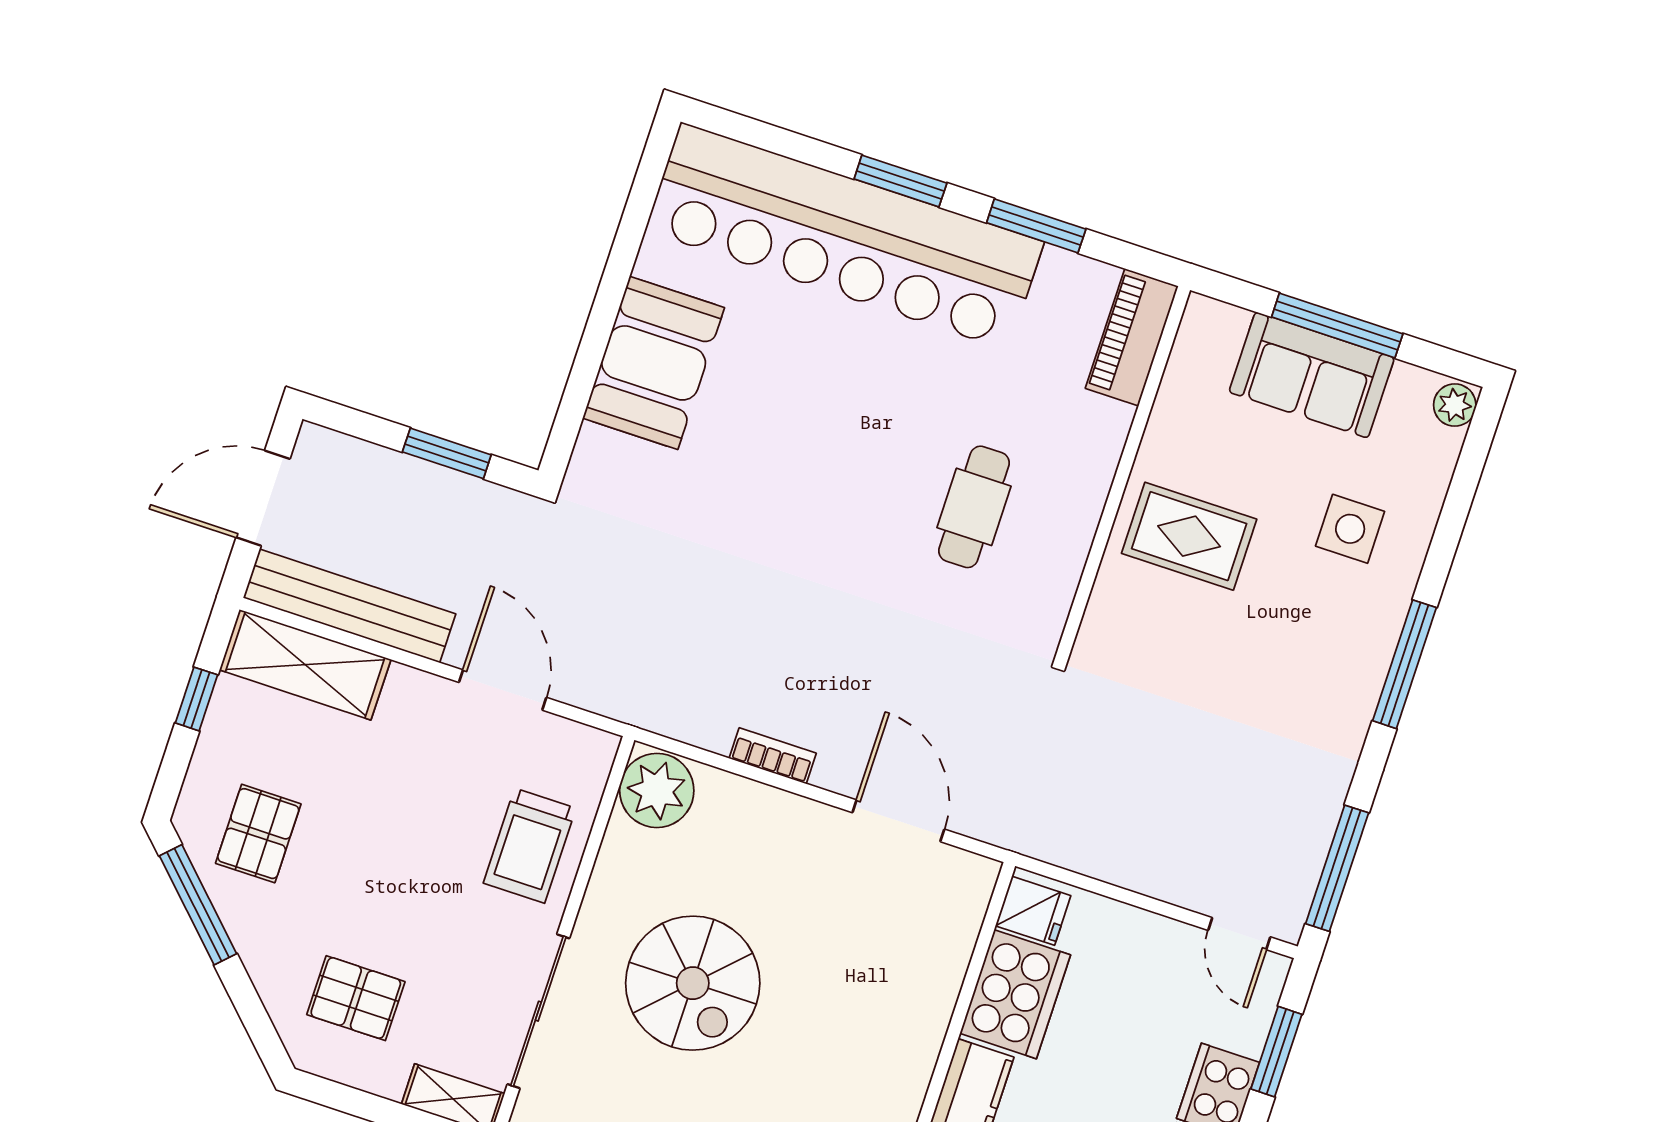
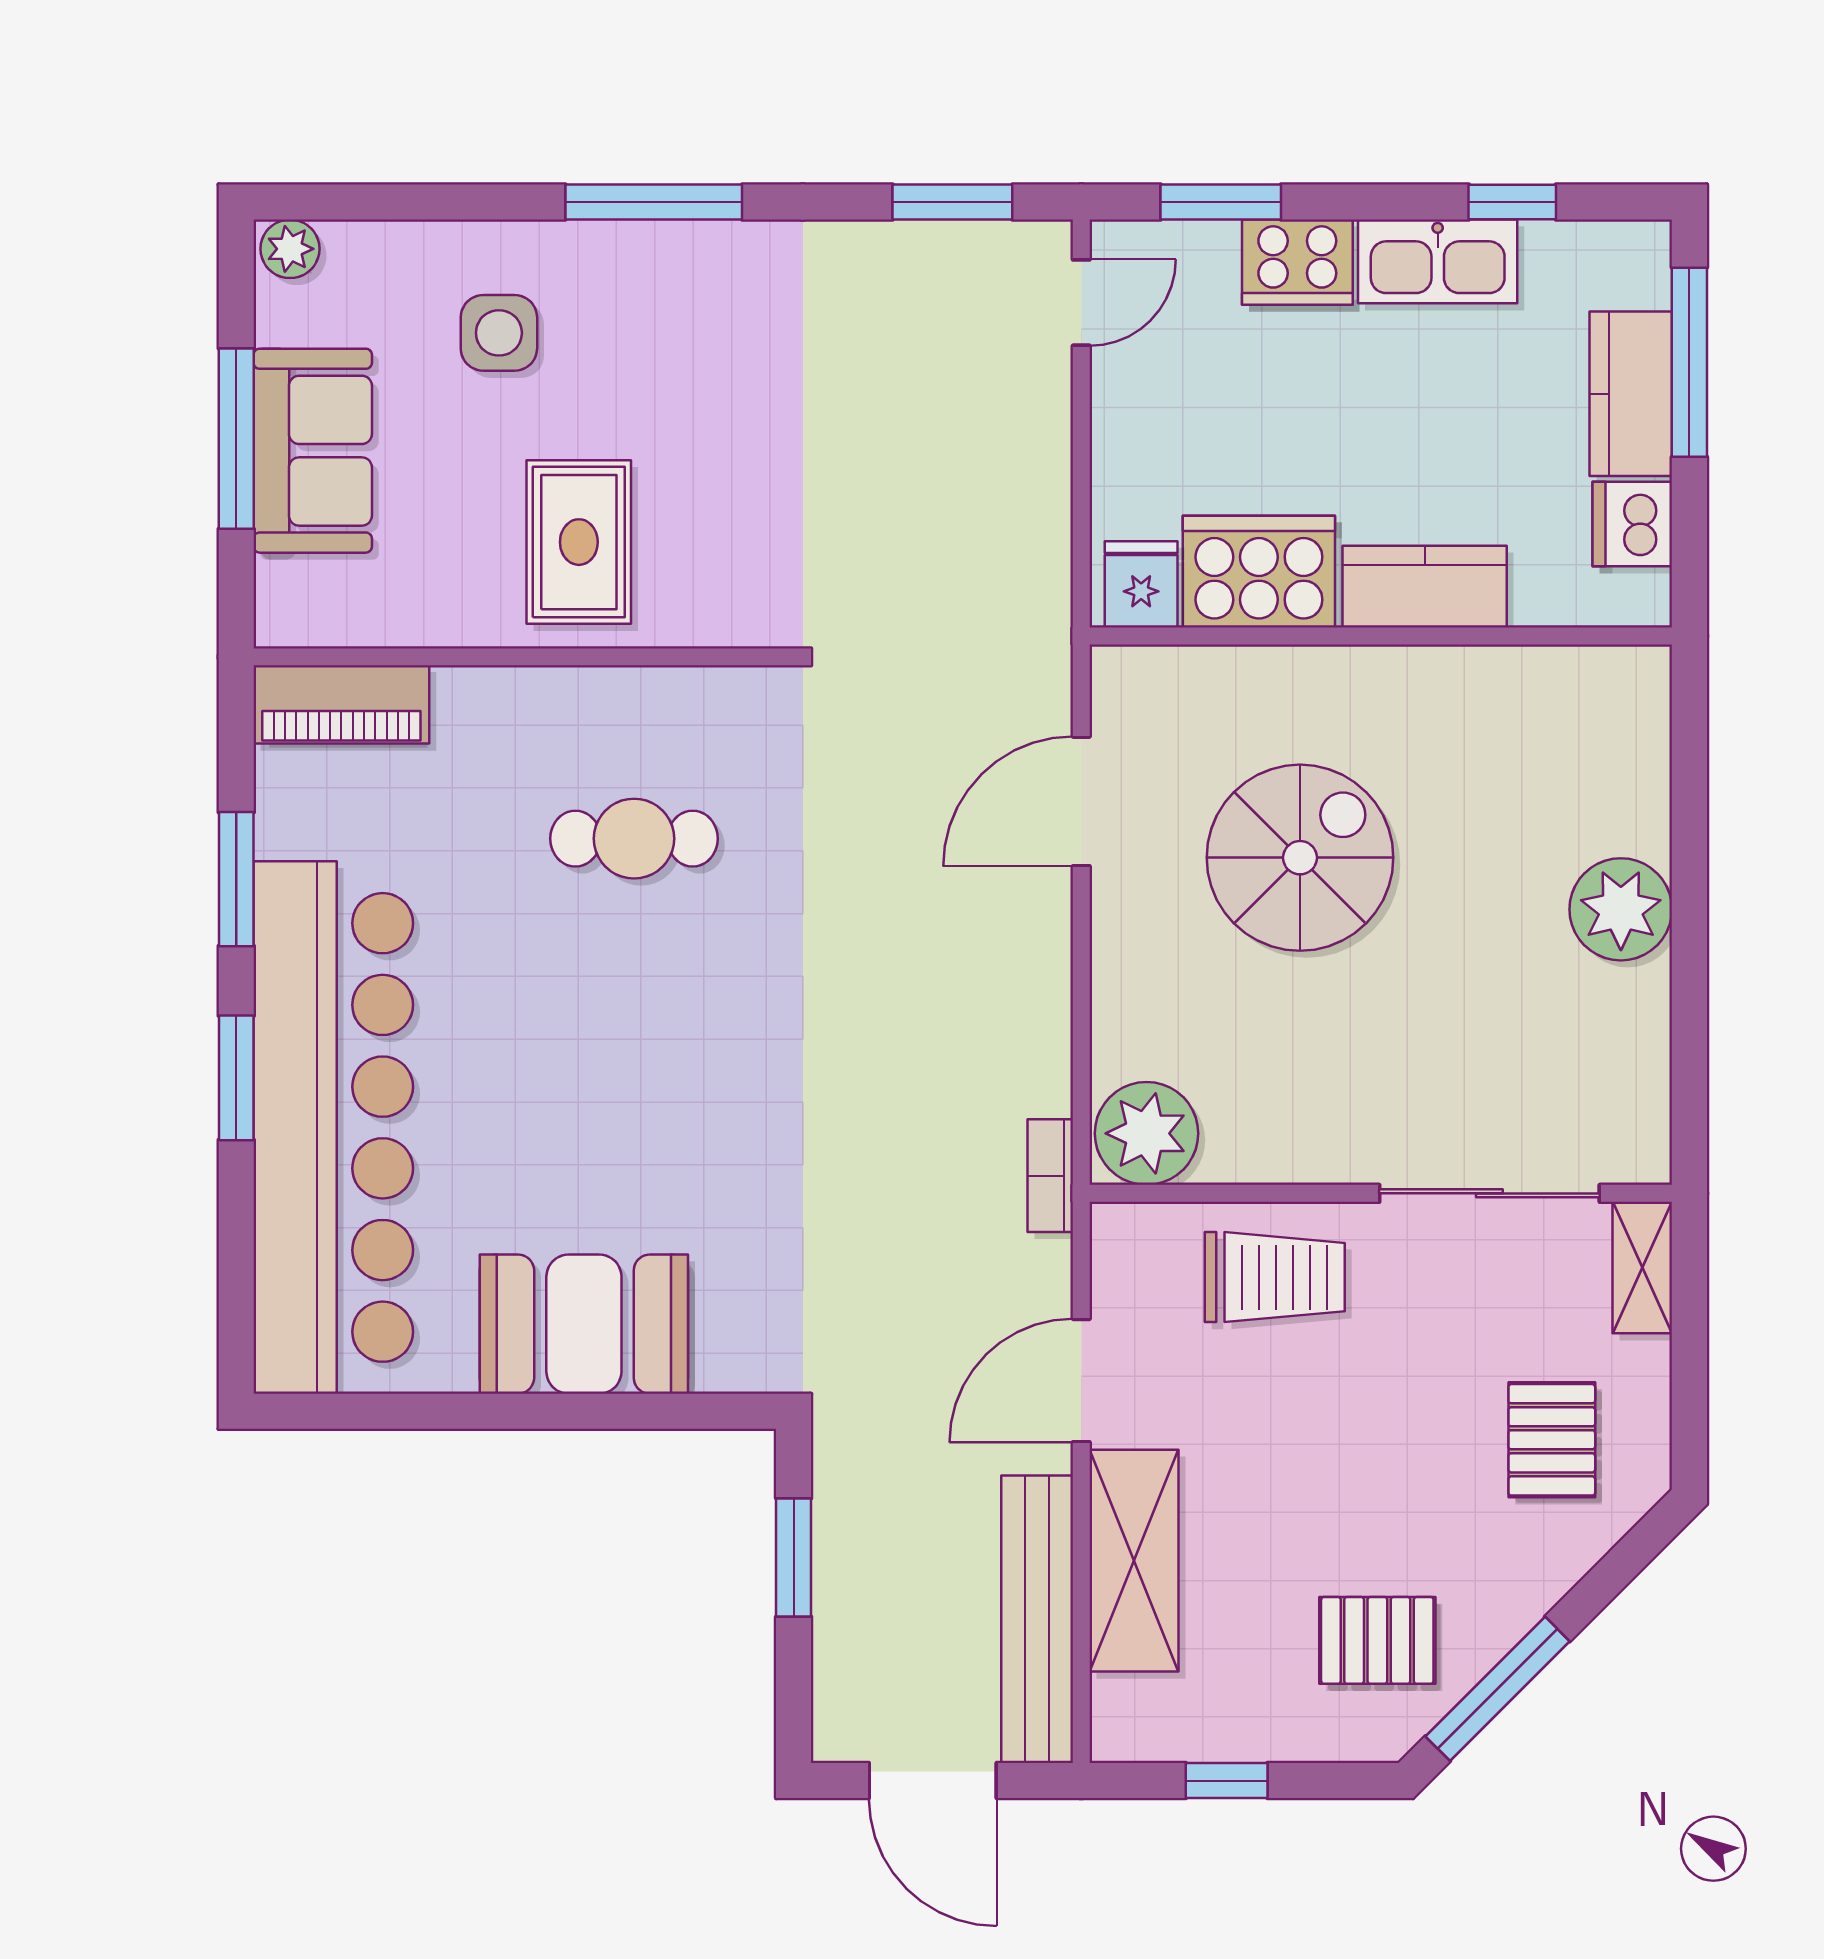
shelving: (305, 665) -> (1134, 1561), moved
bookcase: (773, 756) -> (1050, 1176), moved
window: (1337, 868) -> (952, 202), width x0.69
spiral stairs: (693, 983) -> (1300, 858), moved

